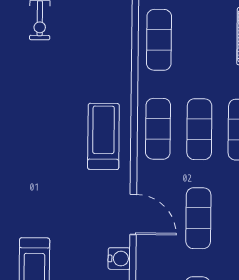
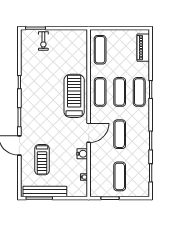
treadmill: (103, 136) -> (74, 96), width x1.37, depth x1.38
door: (133, 214) -> (89, 133), hinge flipped

